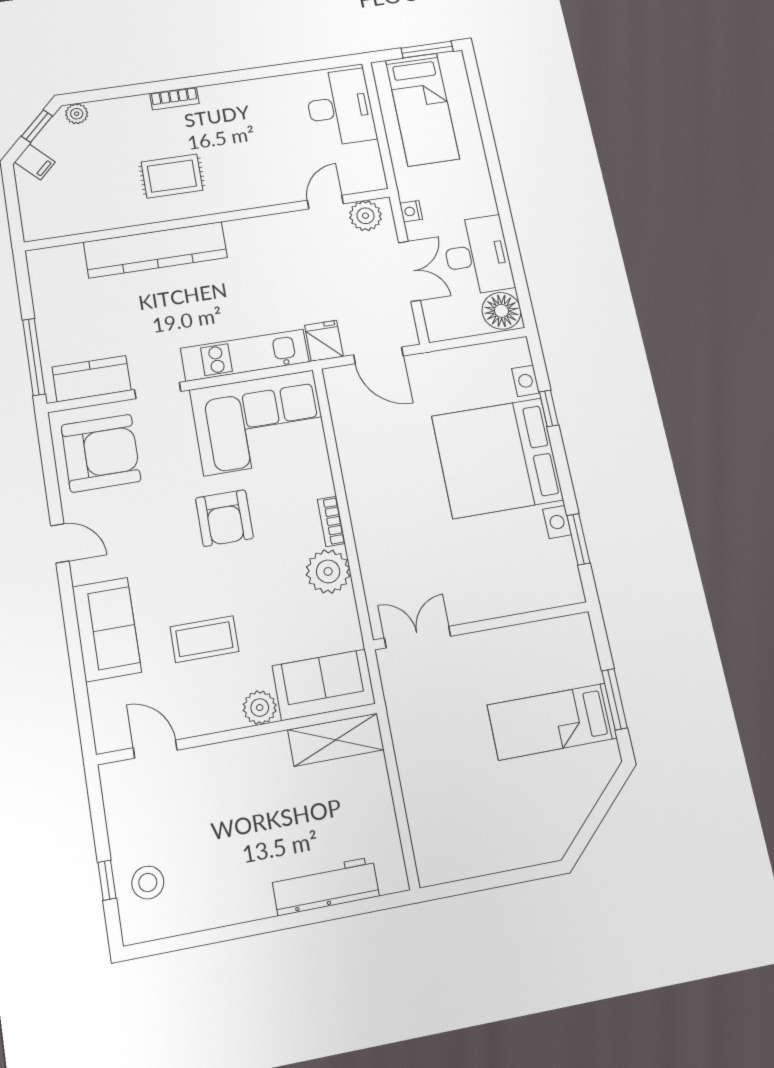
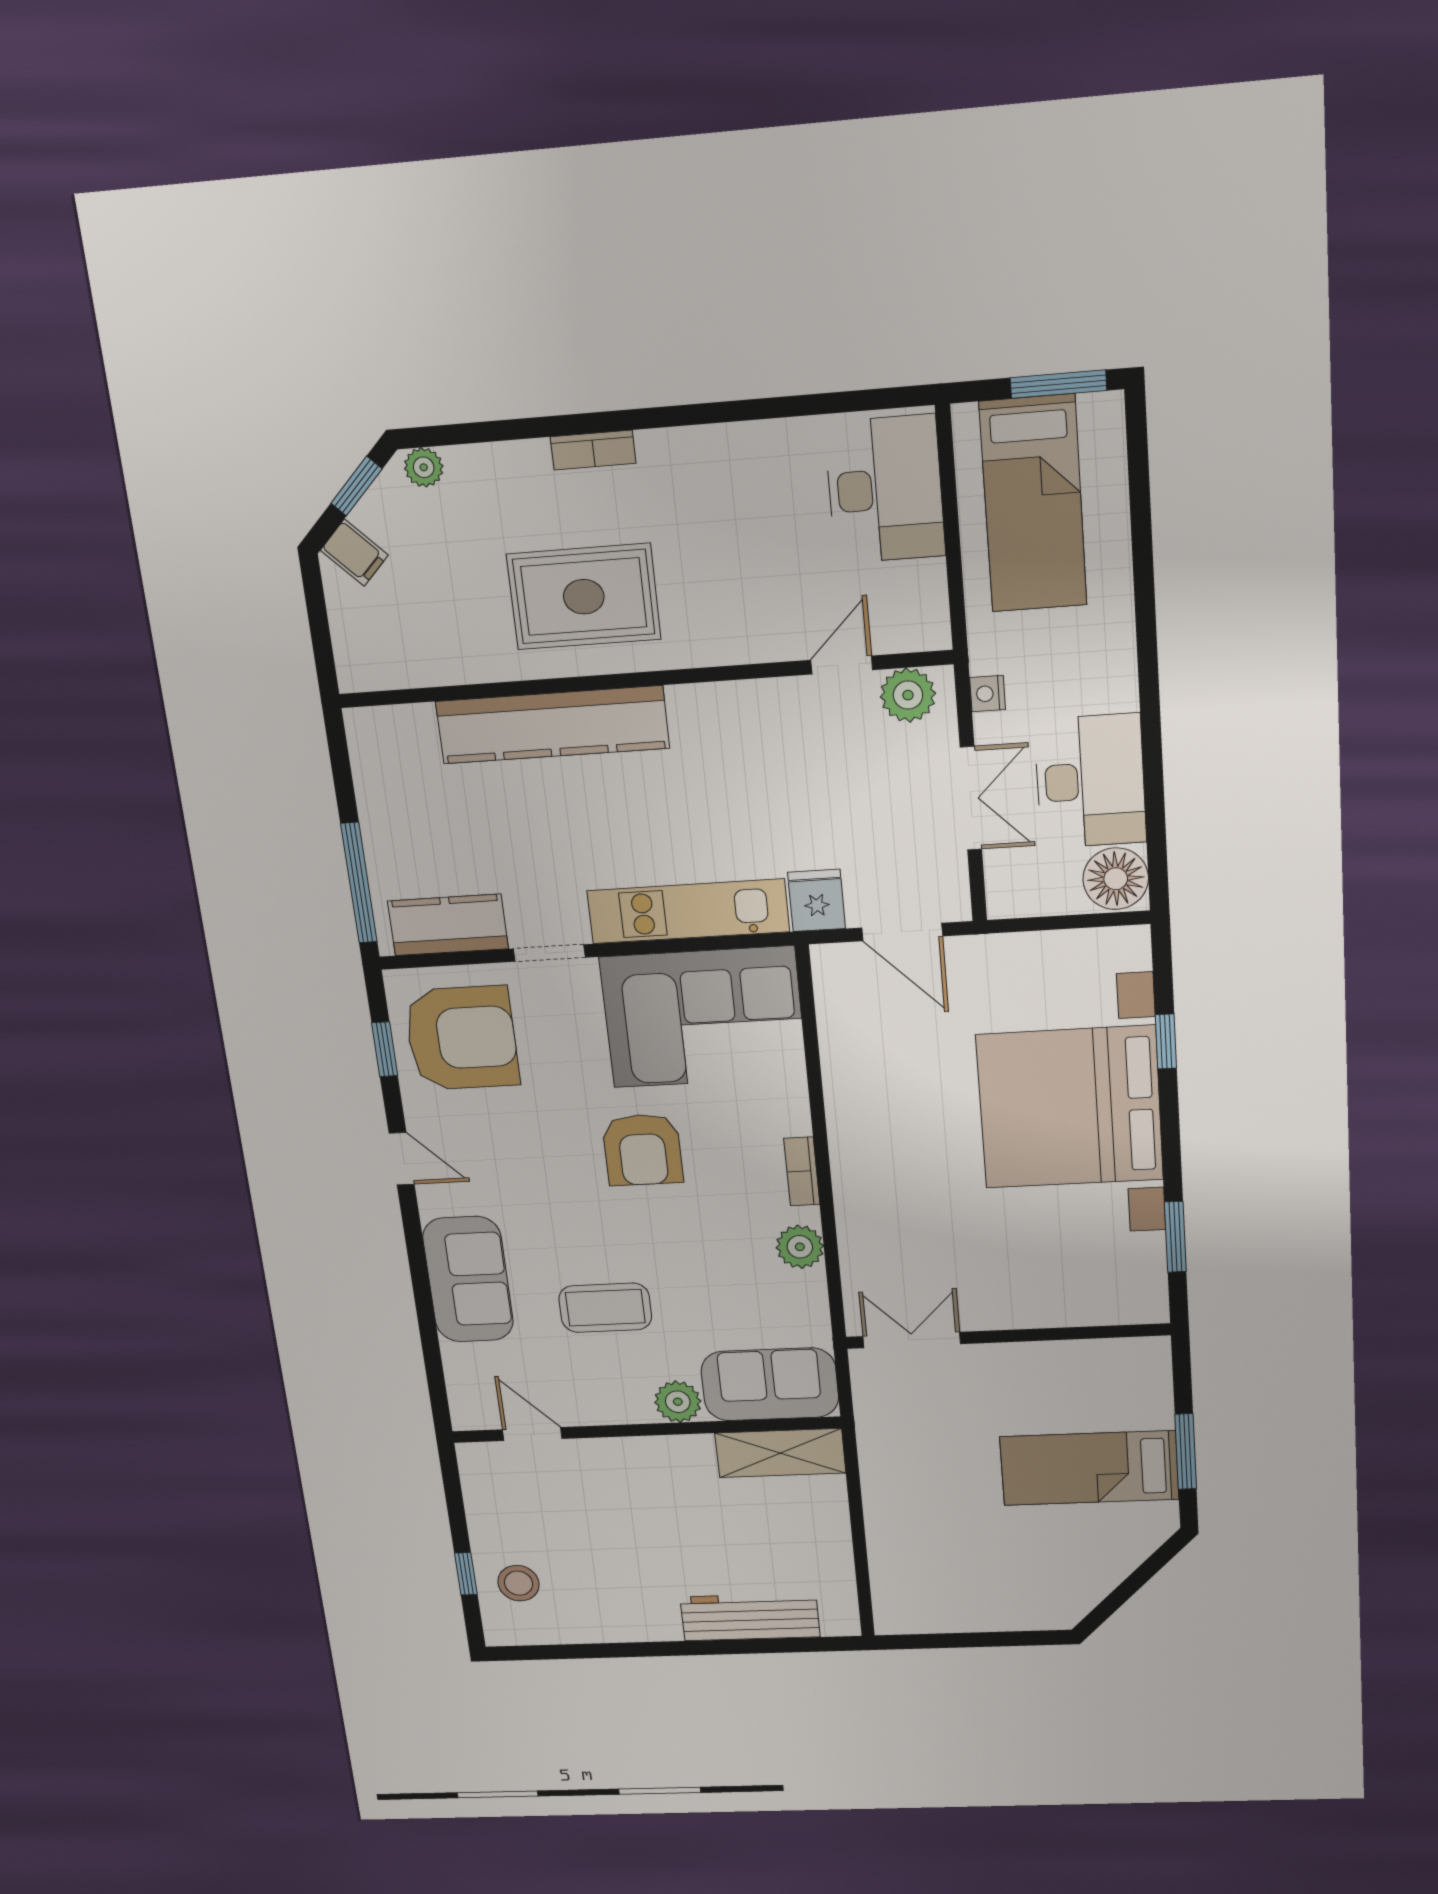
rug: (172, 176) -> (584, 597), width x1.36, depth x1.43
window: (49, 466) -> (385, 1049), added
plant: (328, 571) -> (800, 1247), width x0.73, depth x0.73

